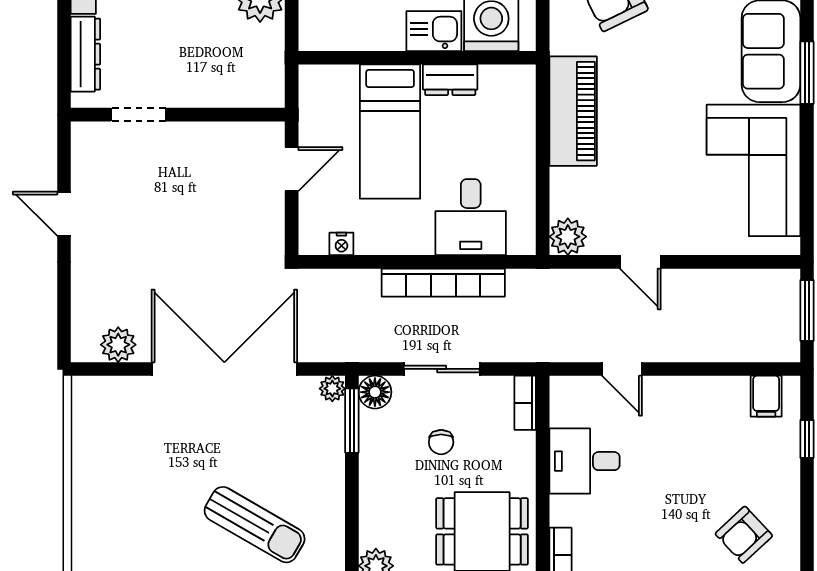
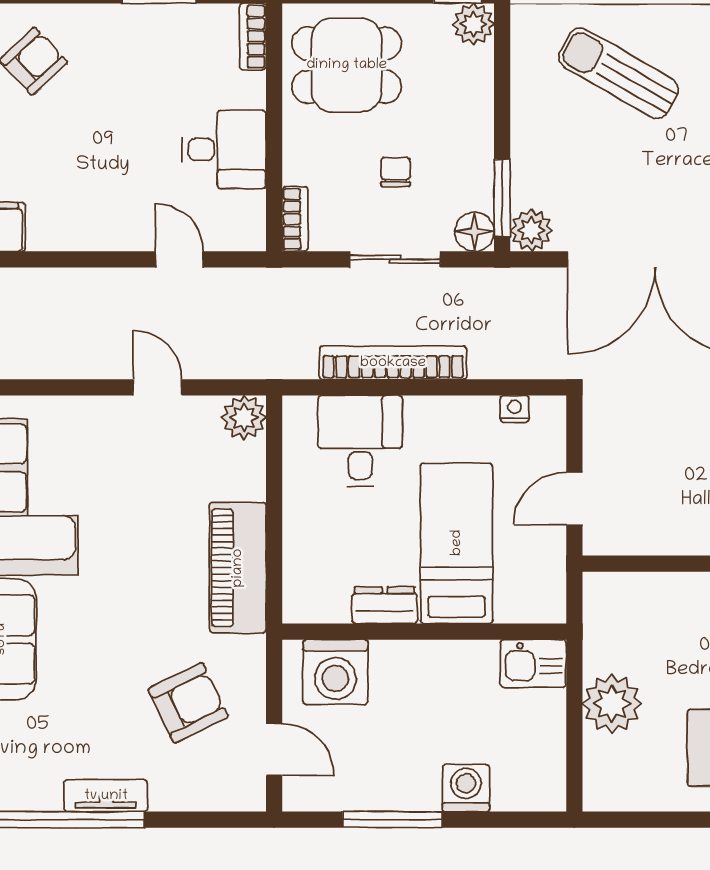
kitchen sink: (434, 31) -> (533, 663), moved
plant: (332, 389) -> (531, 230), width x1.38, depth x1.38

